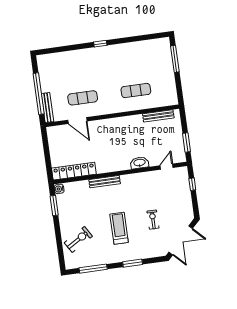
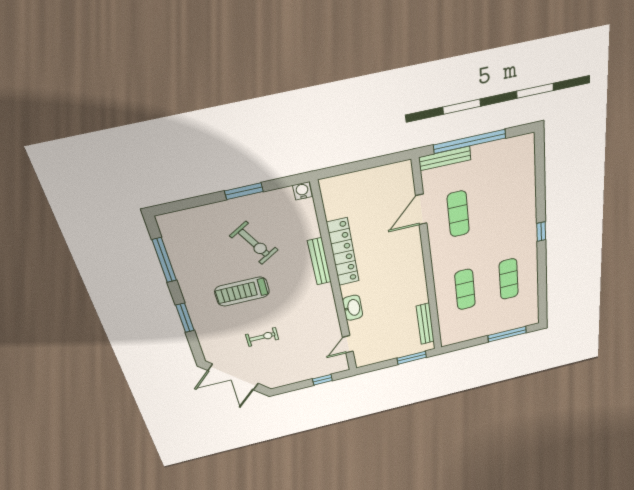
exercise mat: (132, 62) -> (509, 279), added
window: (187, 143) -> (412, 358), moved
door: (167, 167) -> (348, 344), swing flipped
locker: (74, 171) -> (343, 252), moved
window: (54, 205) -> (244, 191), moved
treadmill: (119, 228) -> (242, 292), turned 180
exercise bike: (78, 239) -> (254, 243), moved

